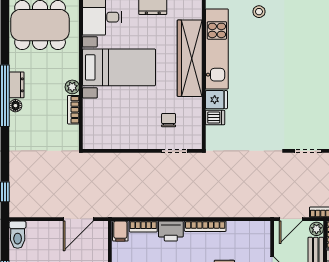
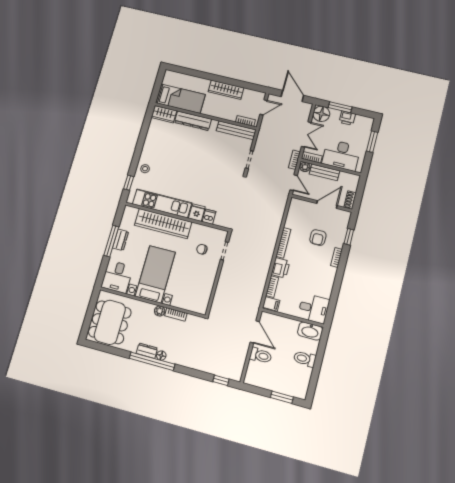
toilet: (18, 235) -> (261, 356), moved

